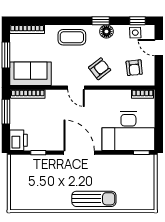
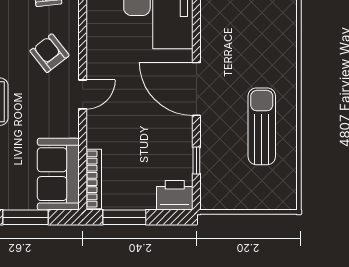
door: (79, 153) -> (196, 89), hinge flipped
sun lounger: (94, 199) -> (262, 126), moved

